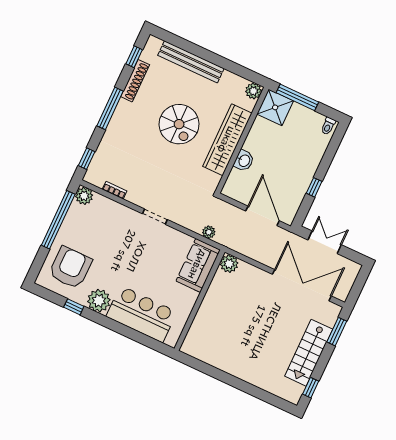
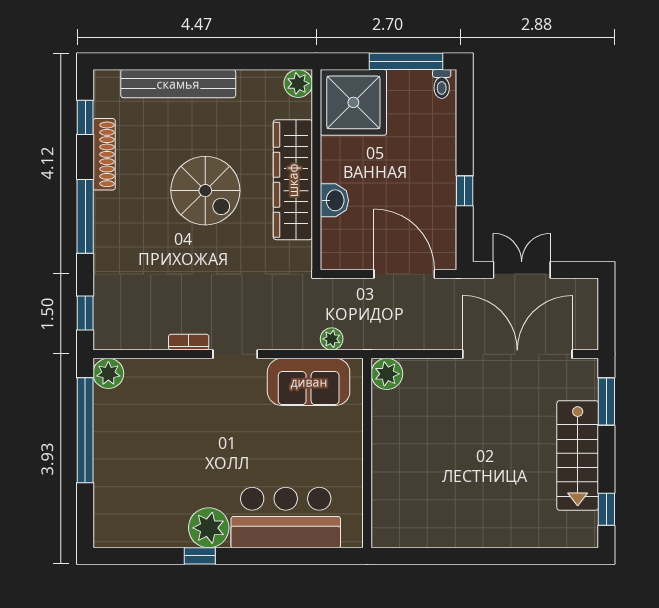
window: (297, 97) -> (406, 61), moved
shower: (275, 107) -> (353, 102), width x1.37, depth x1.37
bookcase: (115, 190) -> (189, 342), moved
sofa: (198, 265) -> (309, 382), moved, turned -90
armchair: (70, 268) -> (139, 497), removed
window: (74, 307) -> (200, 556), moved

